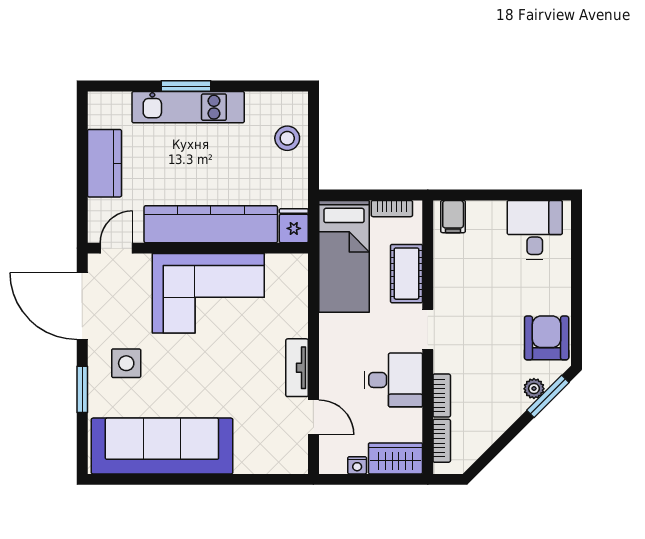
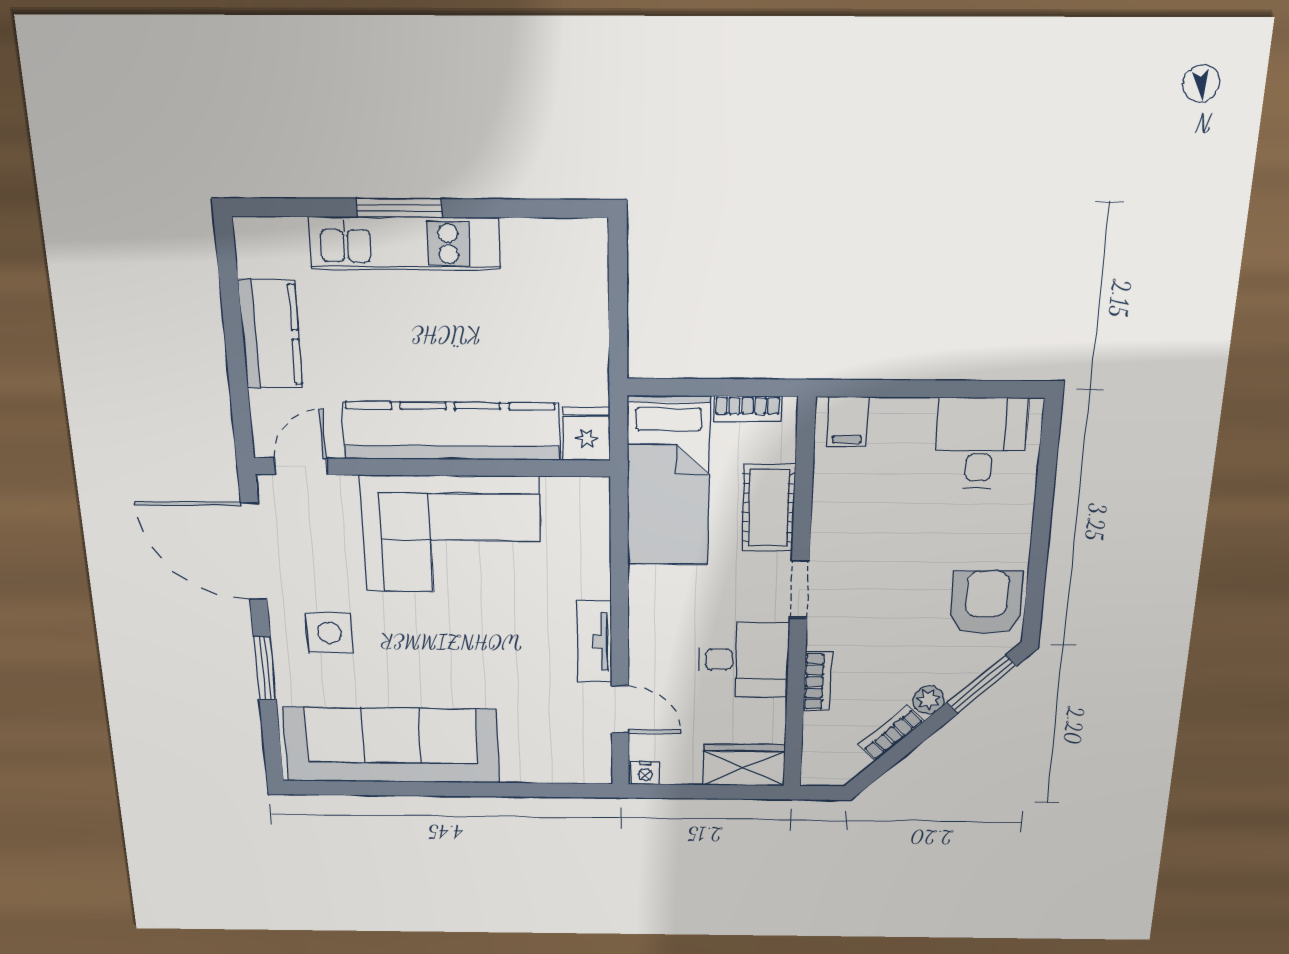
stool: (287, 138) -> (574, 296), removed
plant: (534, 389) -> (929, 700), moved
bookcase: (442, 441) -> (891, 733), moved, turned -135
nightstand: (357, 465) -> (645, 773), moved

